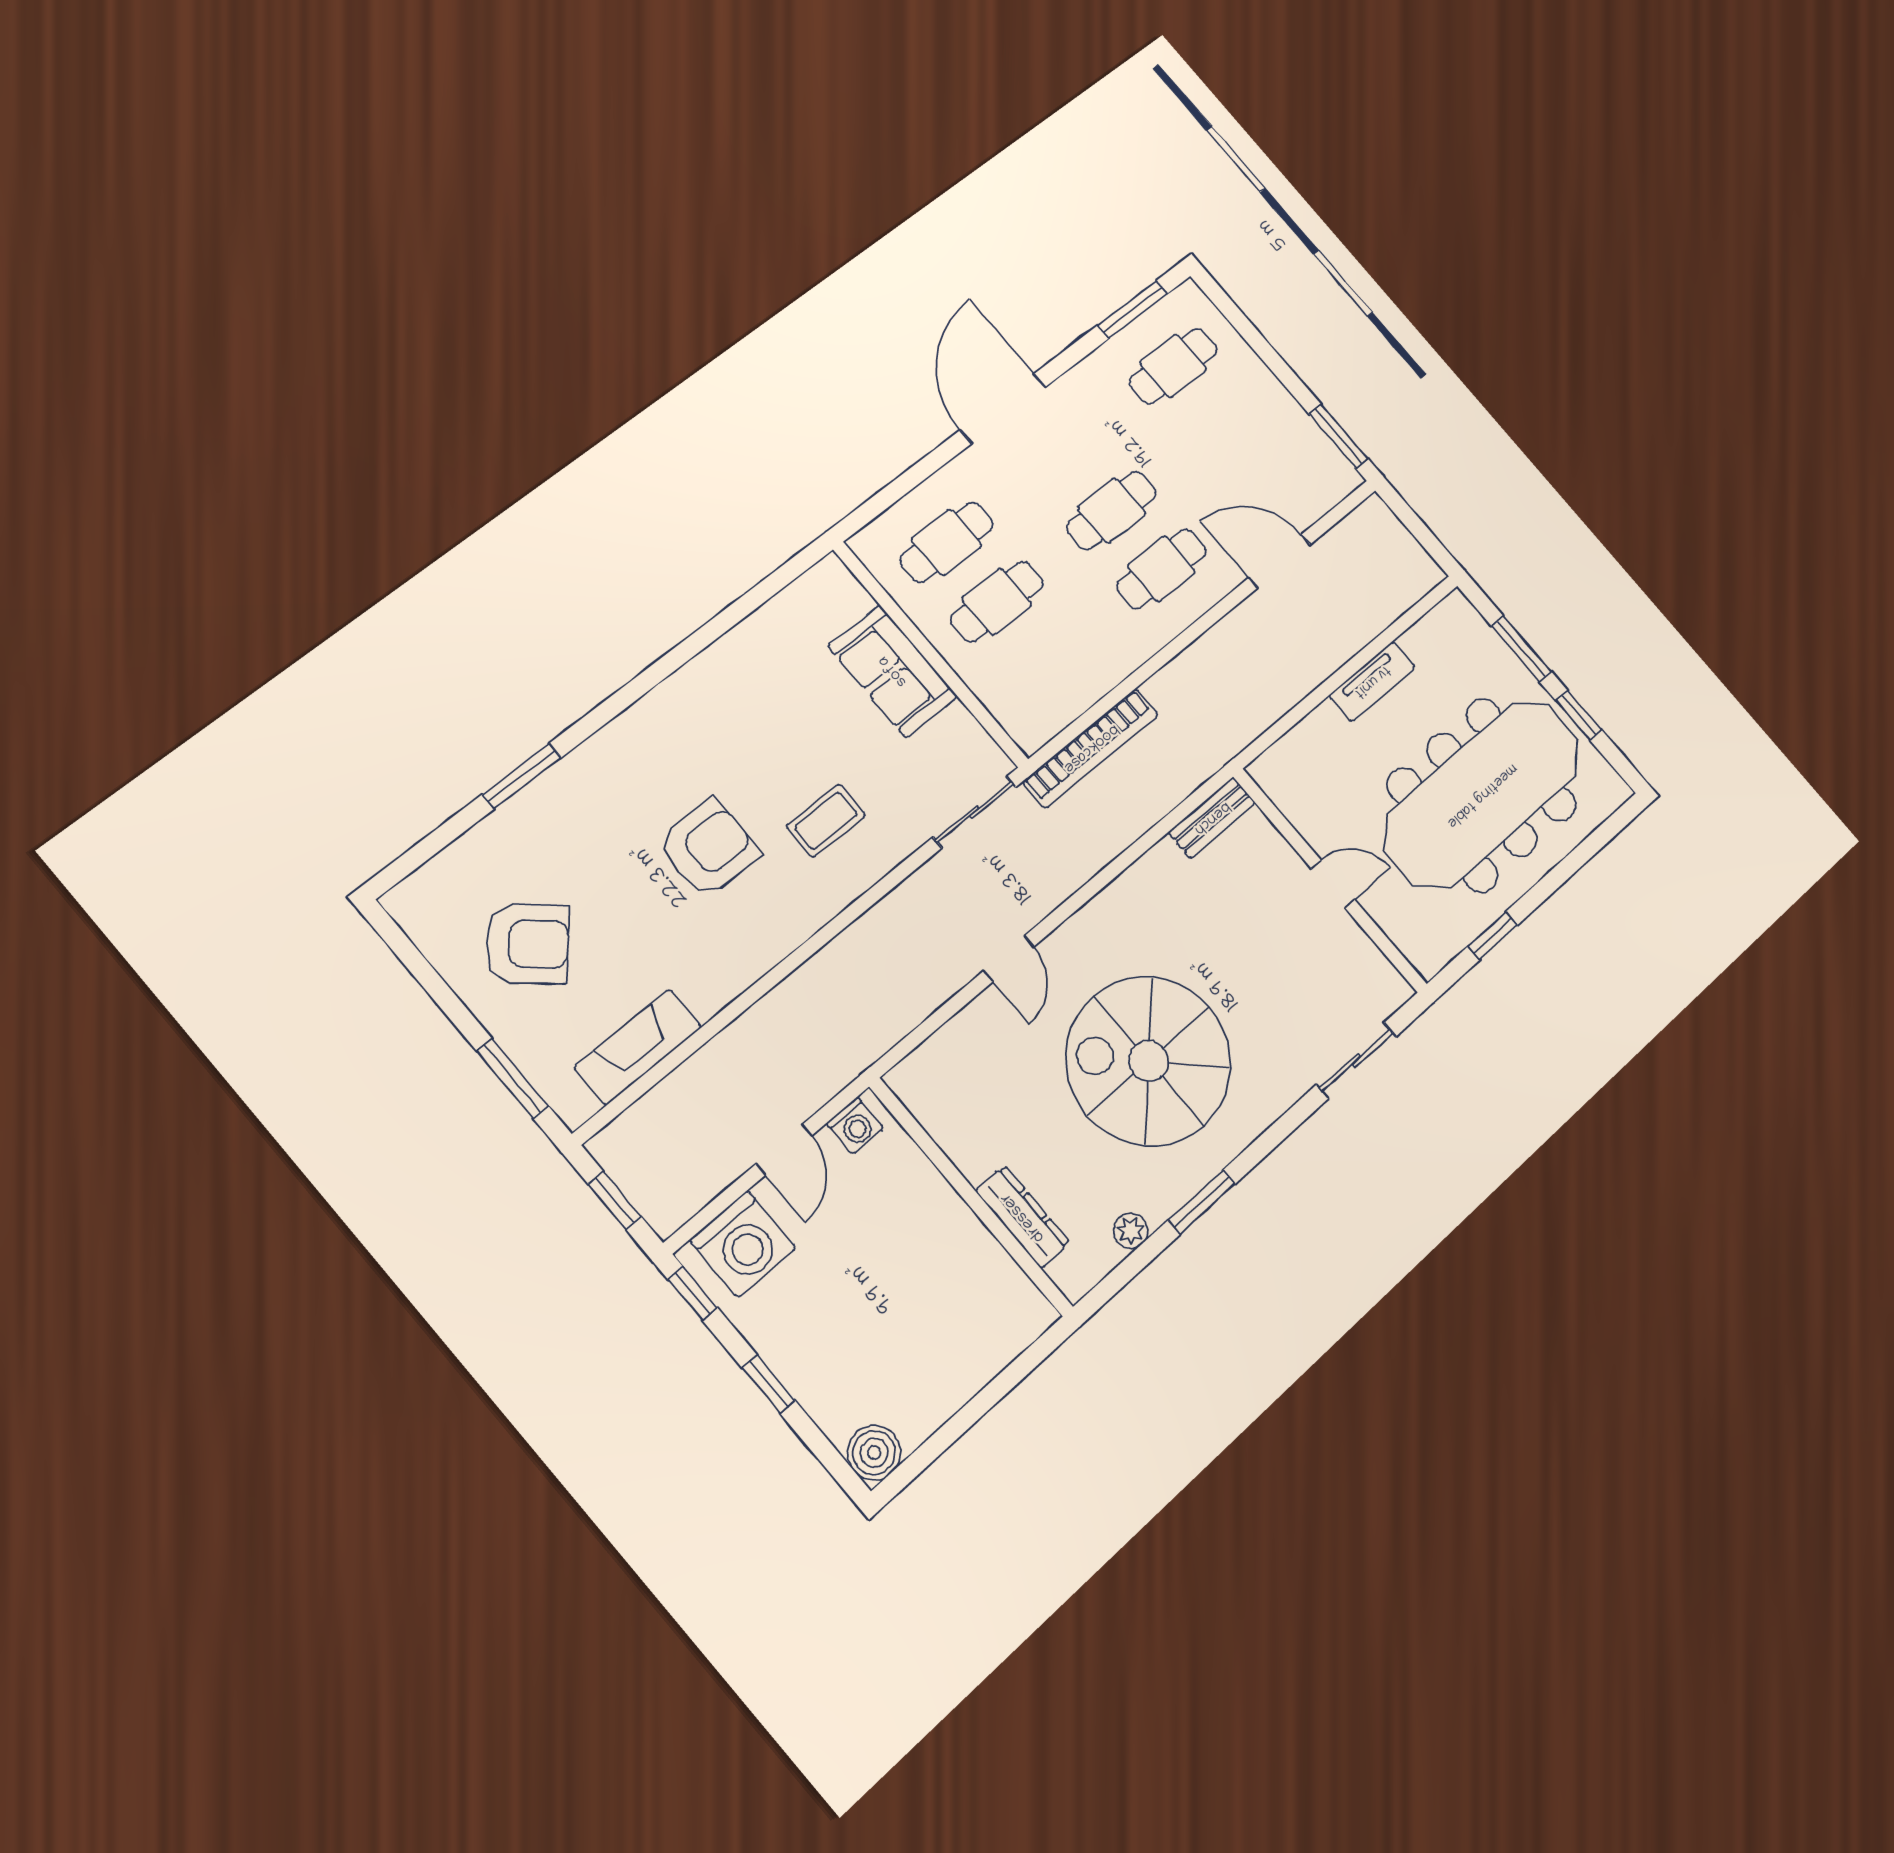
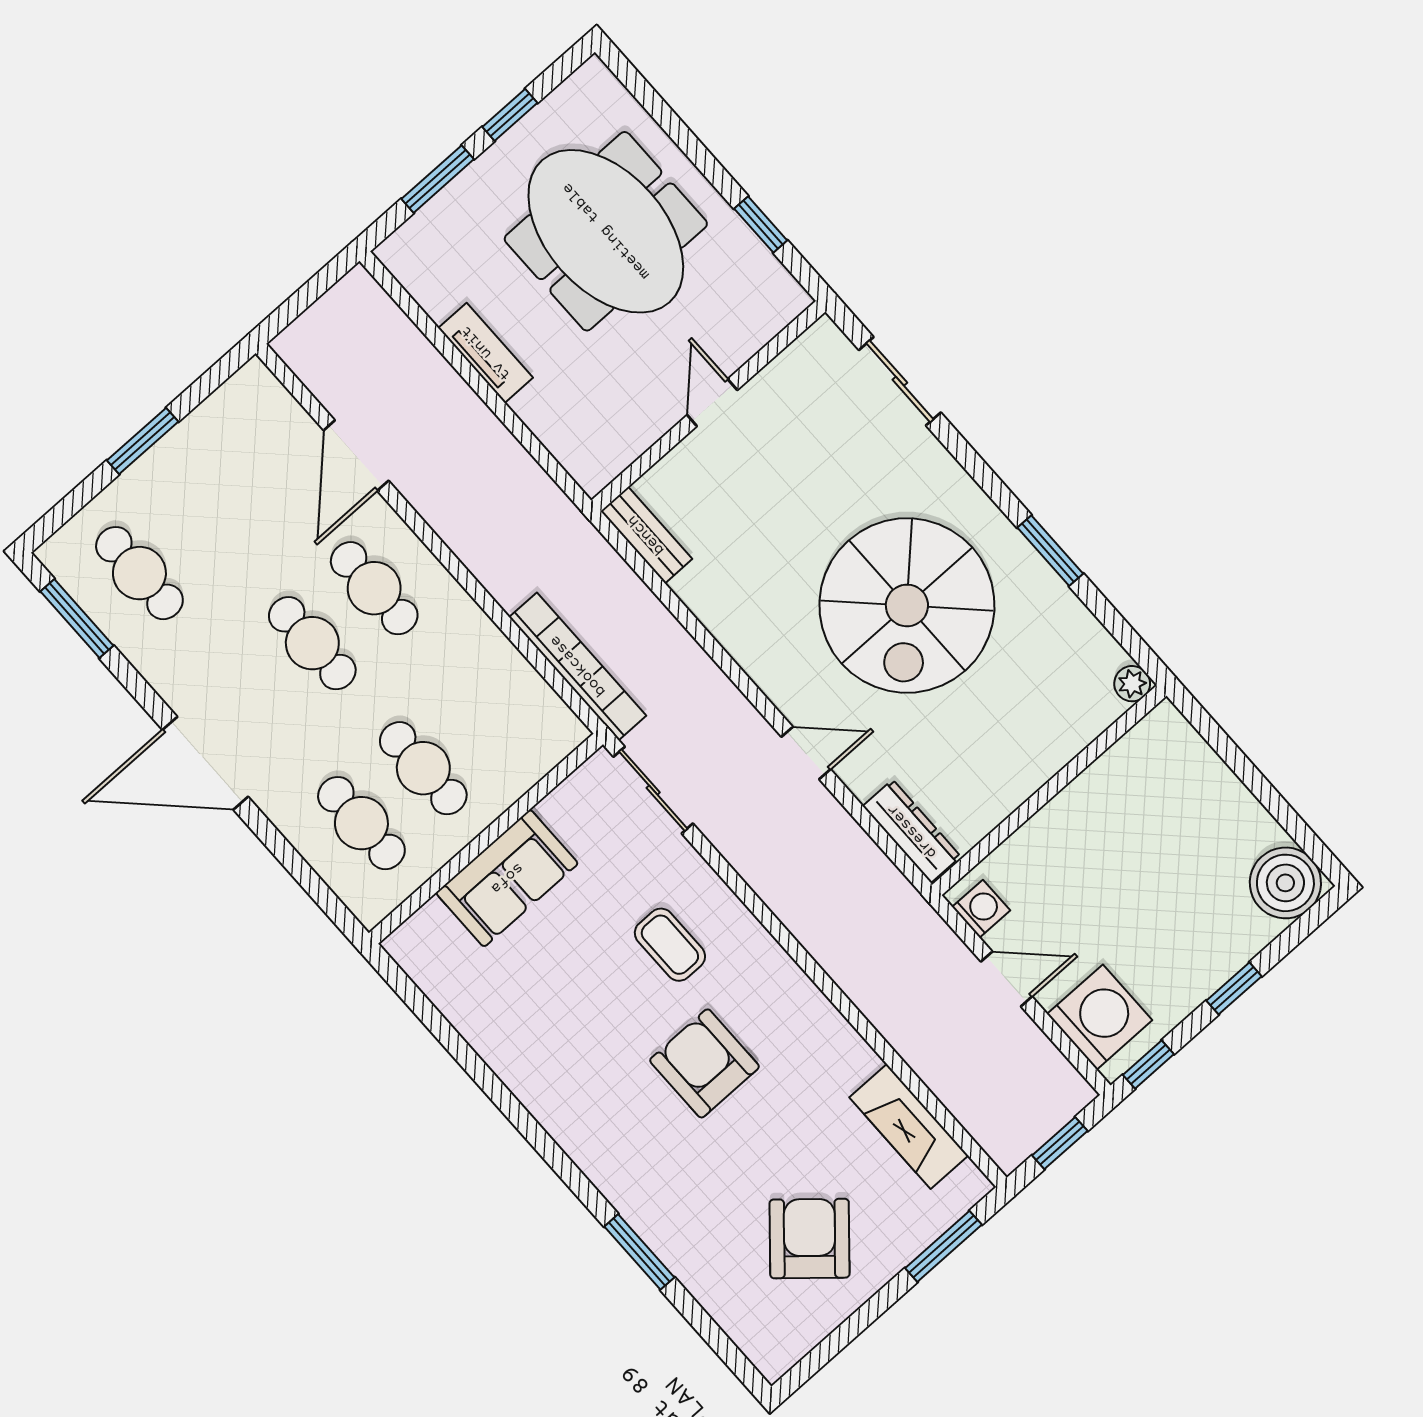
window: (1338, 436) -> (143, 441), moved
meeting table: (1482, 795) -> (606, 231), width x0.73
dresser: (1023, 1217) -> (912, 831), moved, turned 90
plant: (1131, 1231) -> (1132, 684), moved
boiler: (874, 1453) -> (1285, 883), width x1.37, depth x1.37

